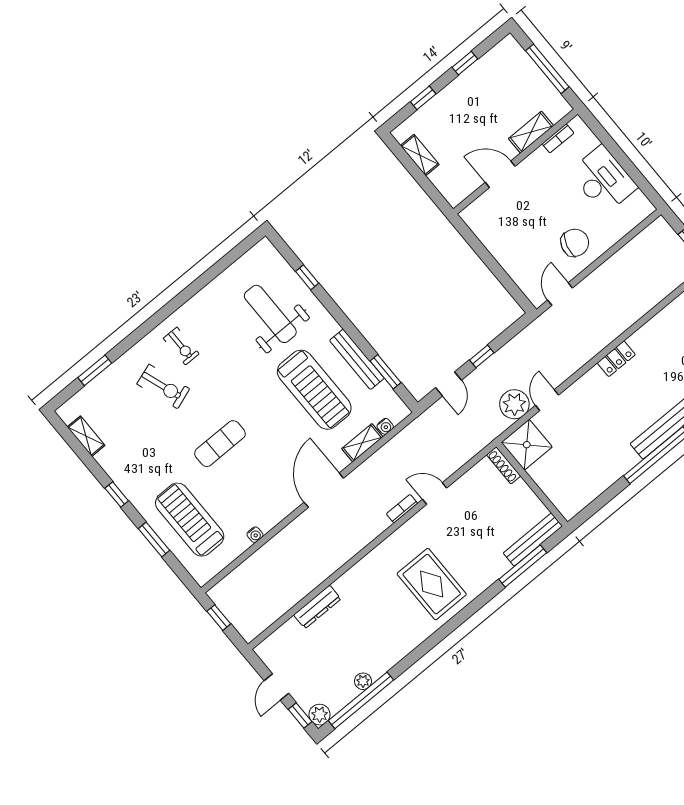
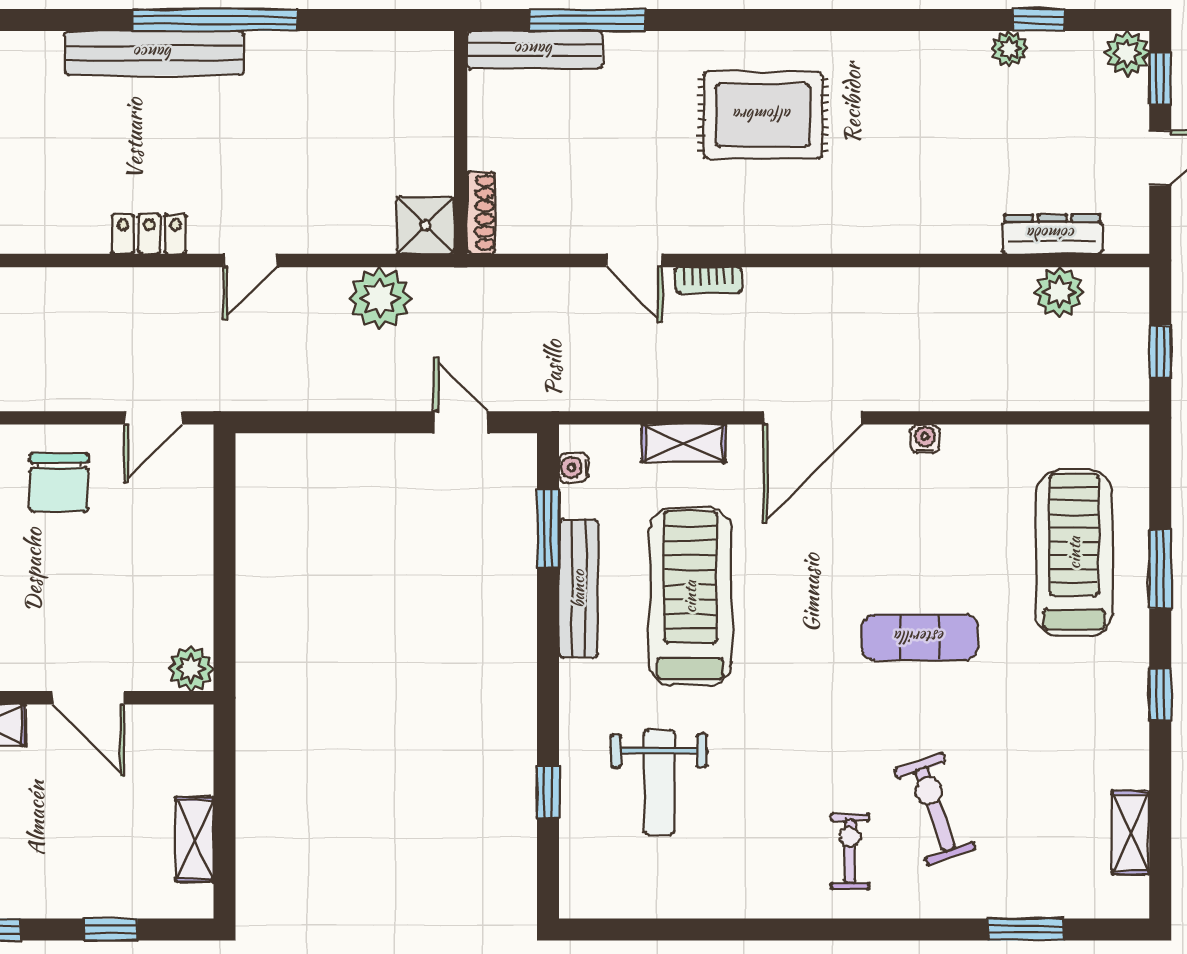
plant: (472, 215) -> (191, 669), added
chair: (575, 243) -> (59, 482), turned -105
weight bench: (270, 314) -> (659, 782), width x0.73, depth x0.75
window: (482, 356) -> (368, 422), removed
door: (449, 384) -> (461, 422), hinge flipped
door: (547, 400) -> (250, 260), moved
water cooler: (385, 426) -> (574, 468), moved, turned -90
shower: (527, 445) -> (425, 225), width x0.73, depth x0.73
treadmill: (190, 520) -> (1074, 553), turned 180
water cooler: (255, 535) -> (925, 439), moved
rug: (432, 584) -> (763, 115), turned 90
dresser: (317, 607) -> (1052, 234), moved
plant: (273, 609) -> (1059, 292), added
window: (361, 700) -> (1039, 20), width x0.32

